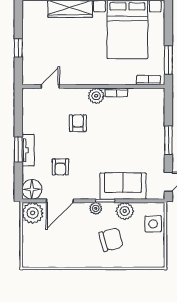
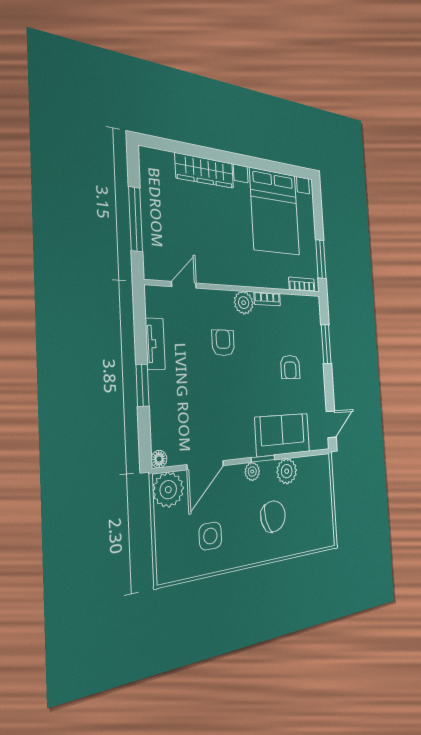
window: (18, 48) -> (136, 219), width x2.17
window: (168, 140) -> (326, 344), moved
tv unit: (28, 150) -> (155, 344), moved
armchair: (60, 167) -> (290, 367), moved
floor lamp: (32, 189) -> (159, 459), width x0.53, depth x0.53
side table: (153, 224) -> (210, 536), moved

